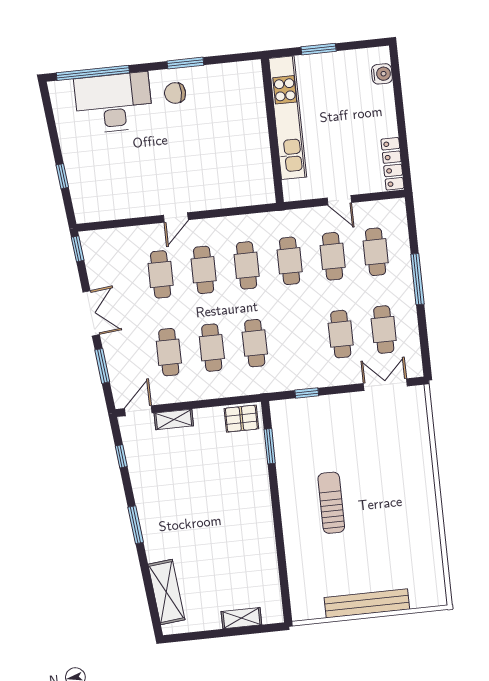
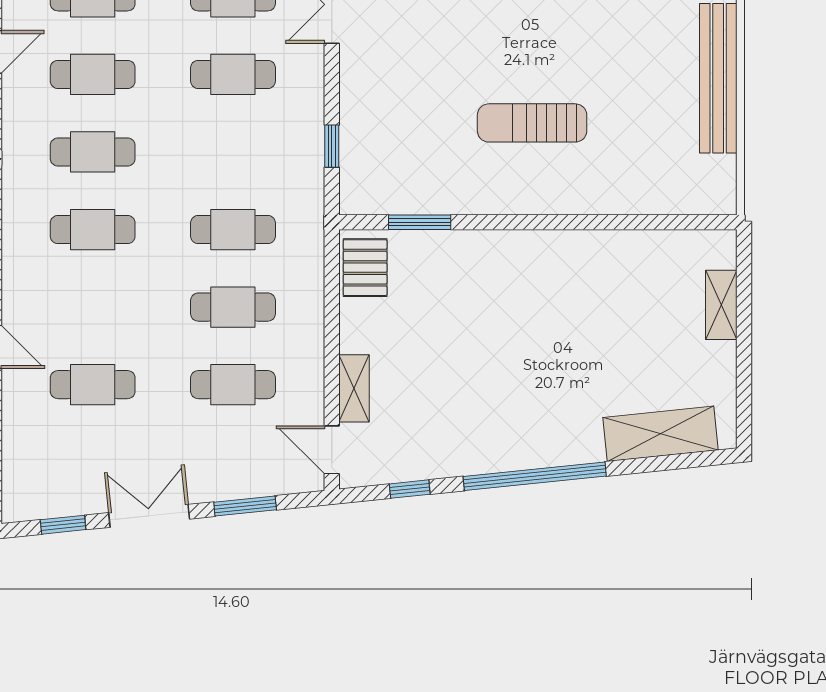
window: (78, 249) -> (63, 525), moved
cafe table: (204, 270) -> (93, 307), removed
window: (136, 525) -> (535, 476), width x2.11

